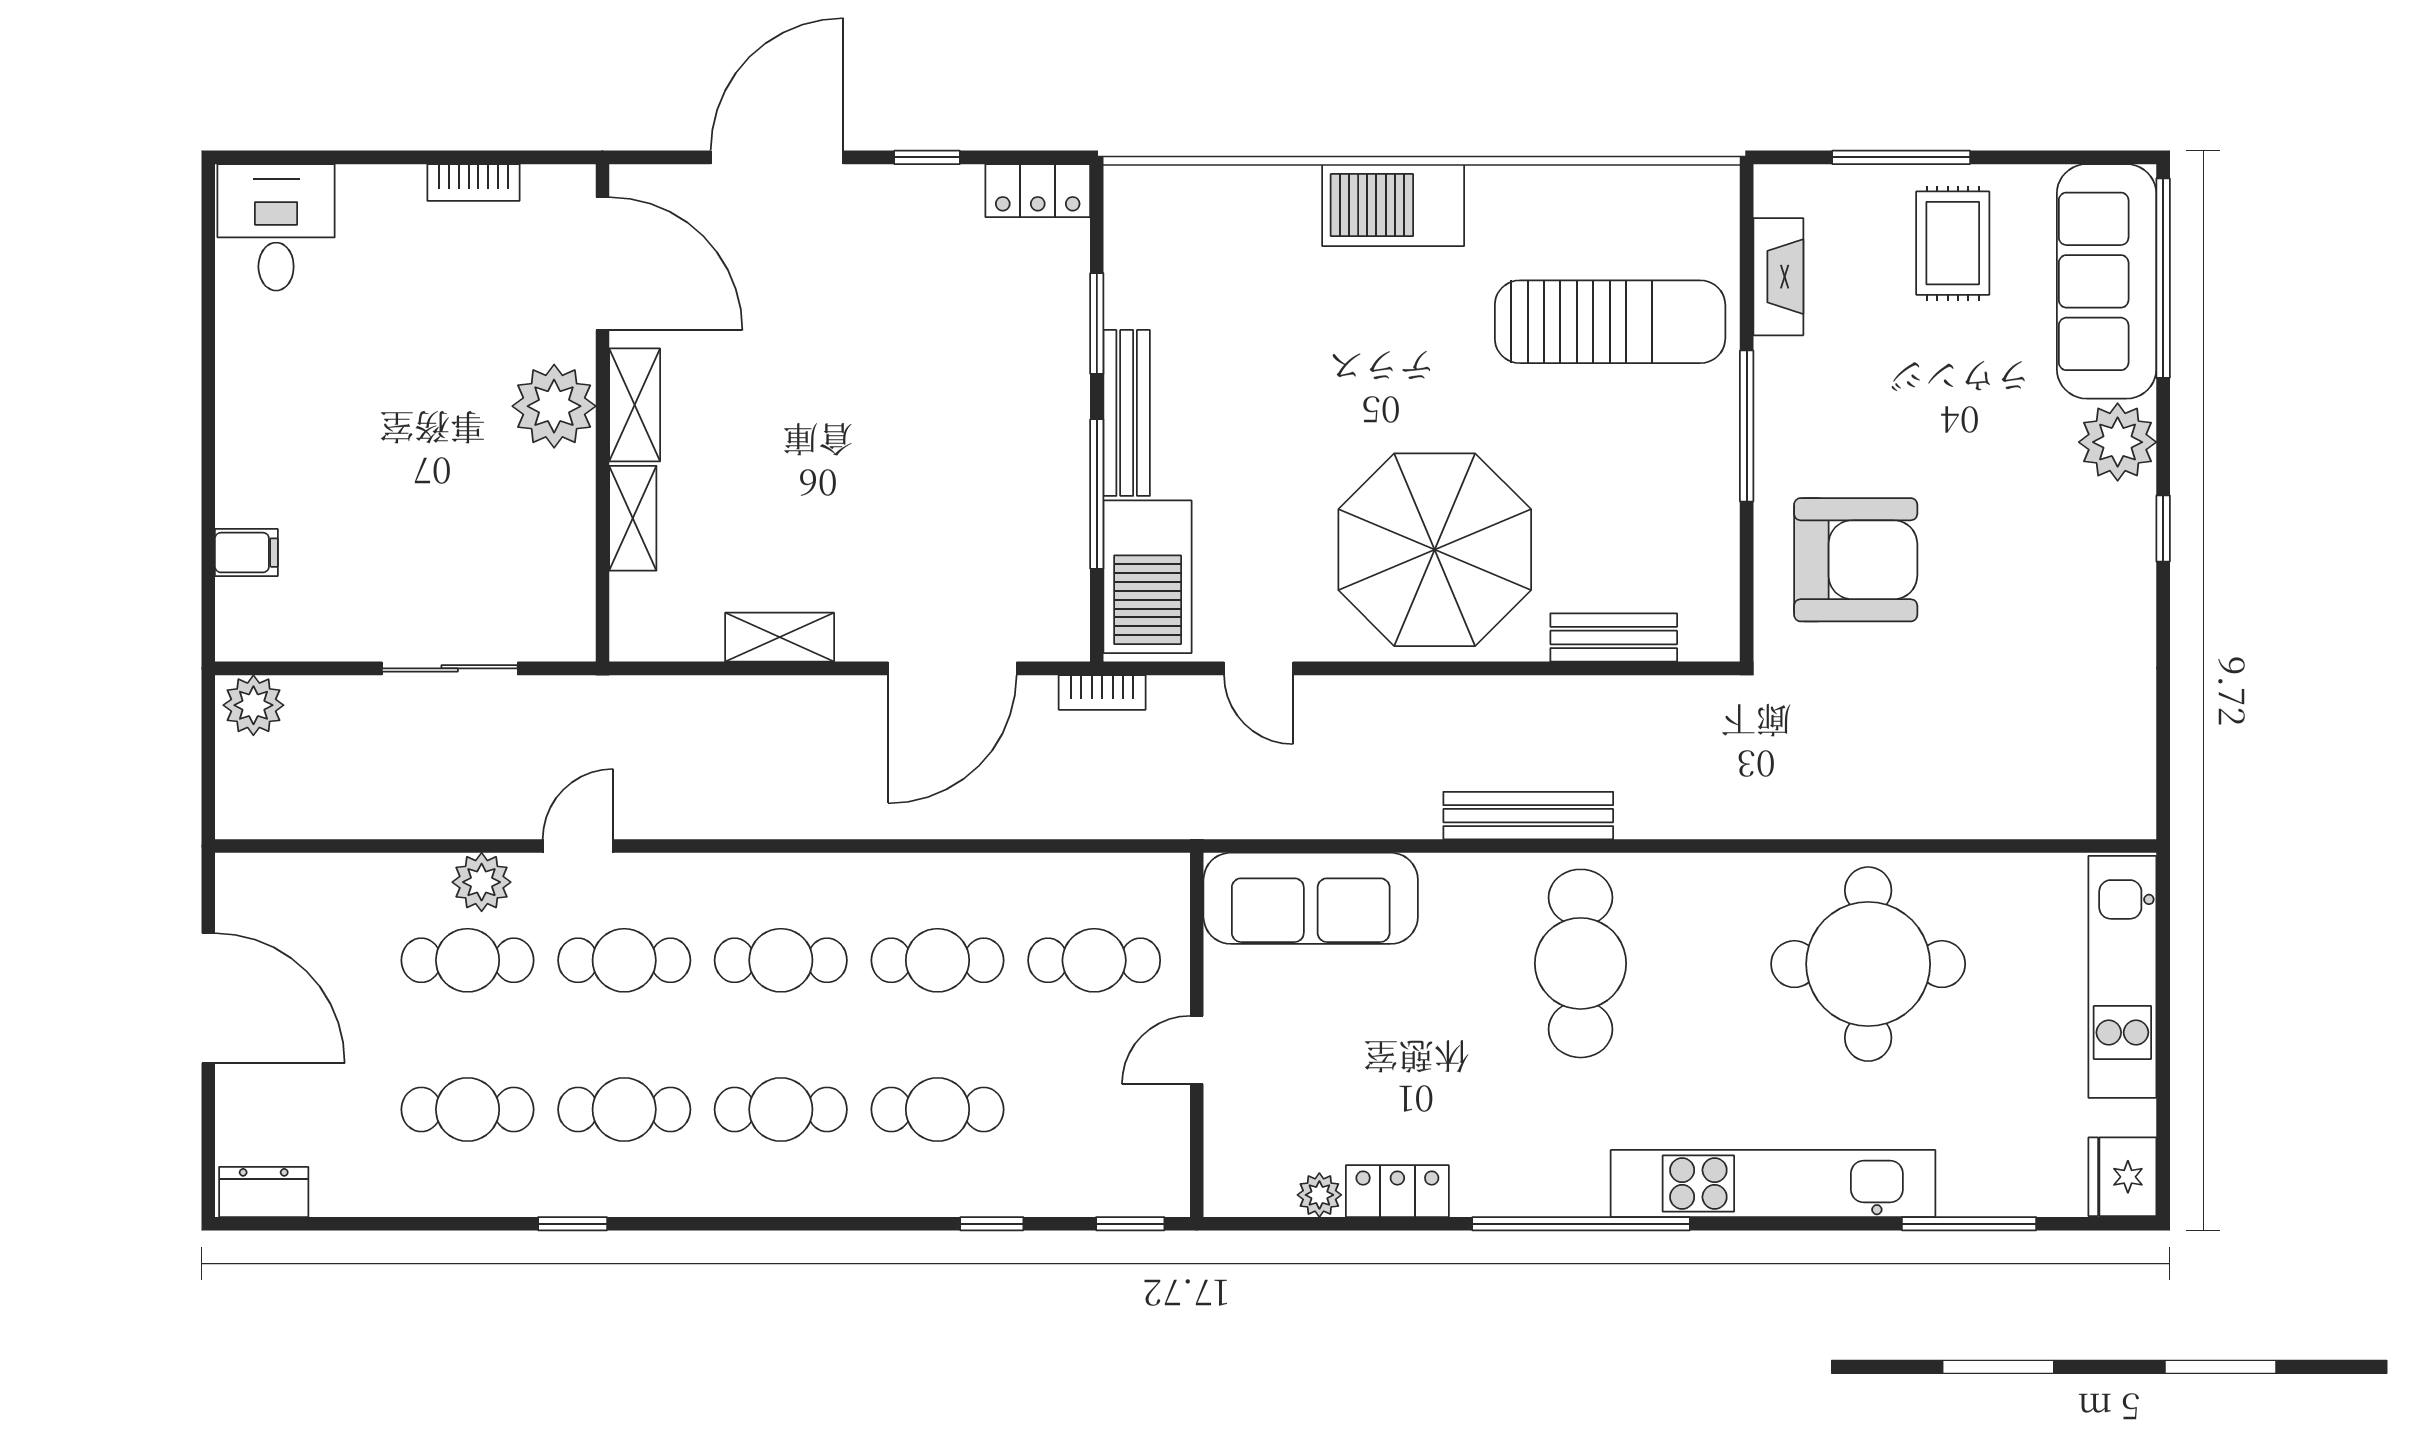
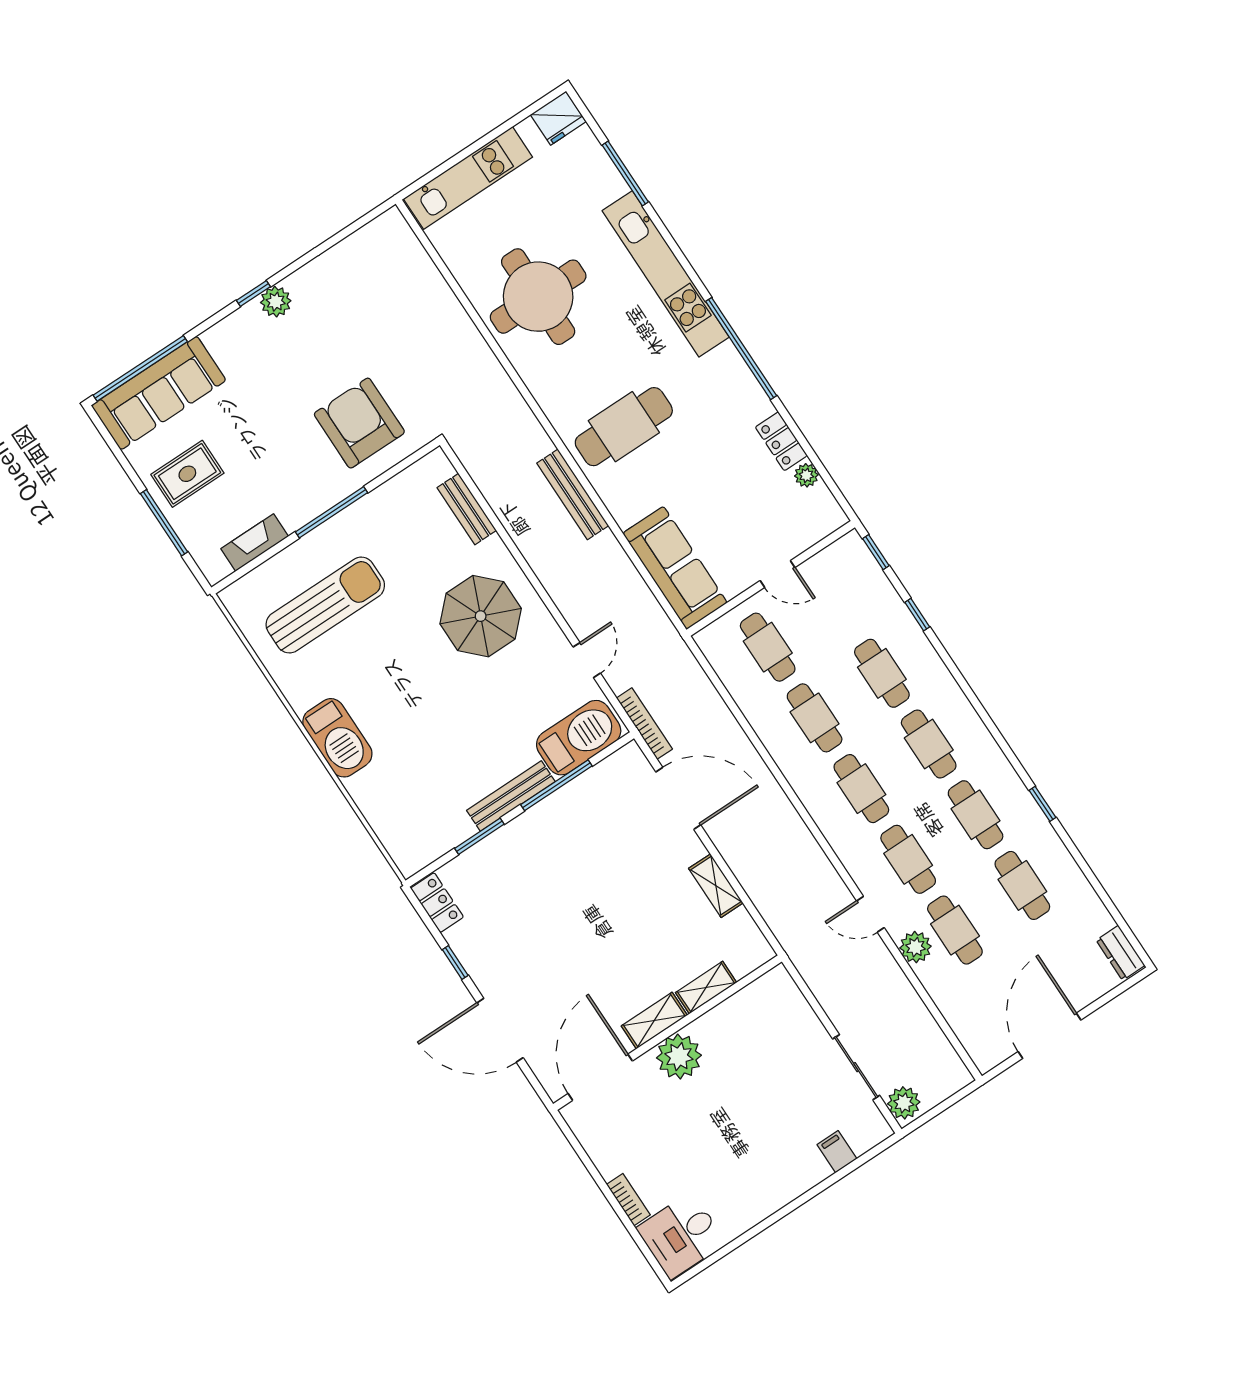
bookcase: (474, 183) -> (628, 1200), moved
sun lounger: (1610, 322) -> (325, 605), turned 90
plant: (2118, 442) -> (276, 302), moved, width x0.73, depth x0.73
parasol: (1435, 550) -> (481, 616), width x0.73, depth x0.73
sliding door: (450, 668) -> (856, 1067), moved
bookcase: (1102, 692) -> (644, 724), width x1.56

